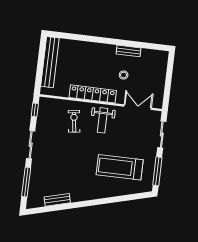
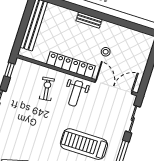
bench: (128, 51) -> (89, 20), moved
double door: (138, 107) -> (114, 87), width x1.37

